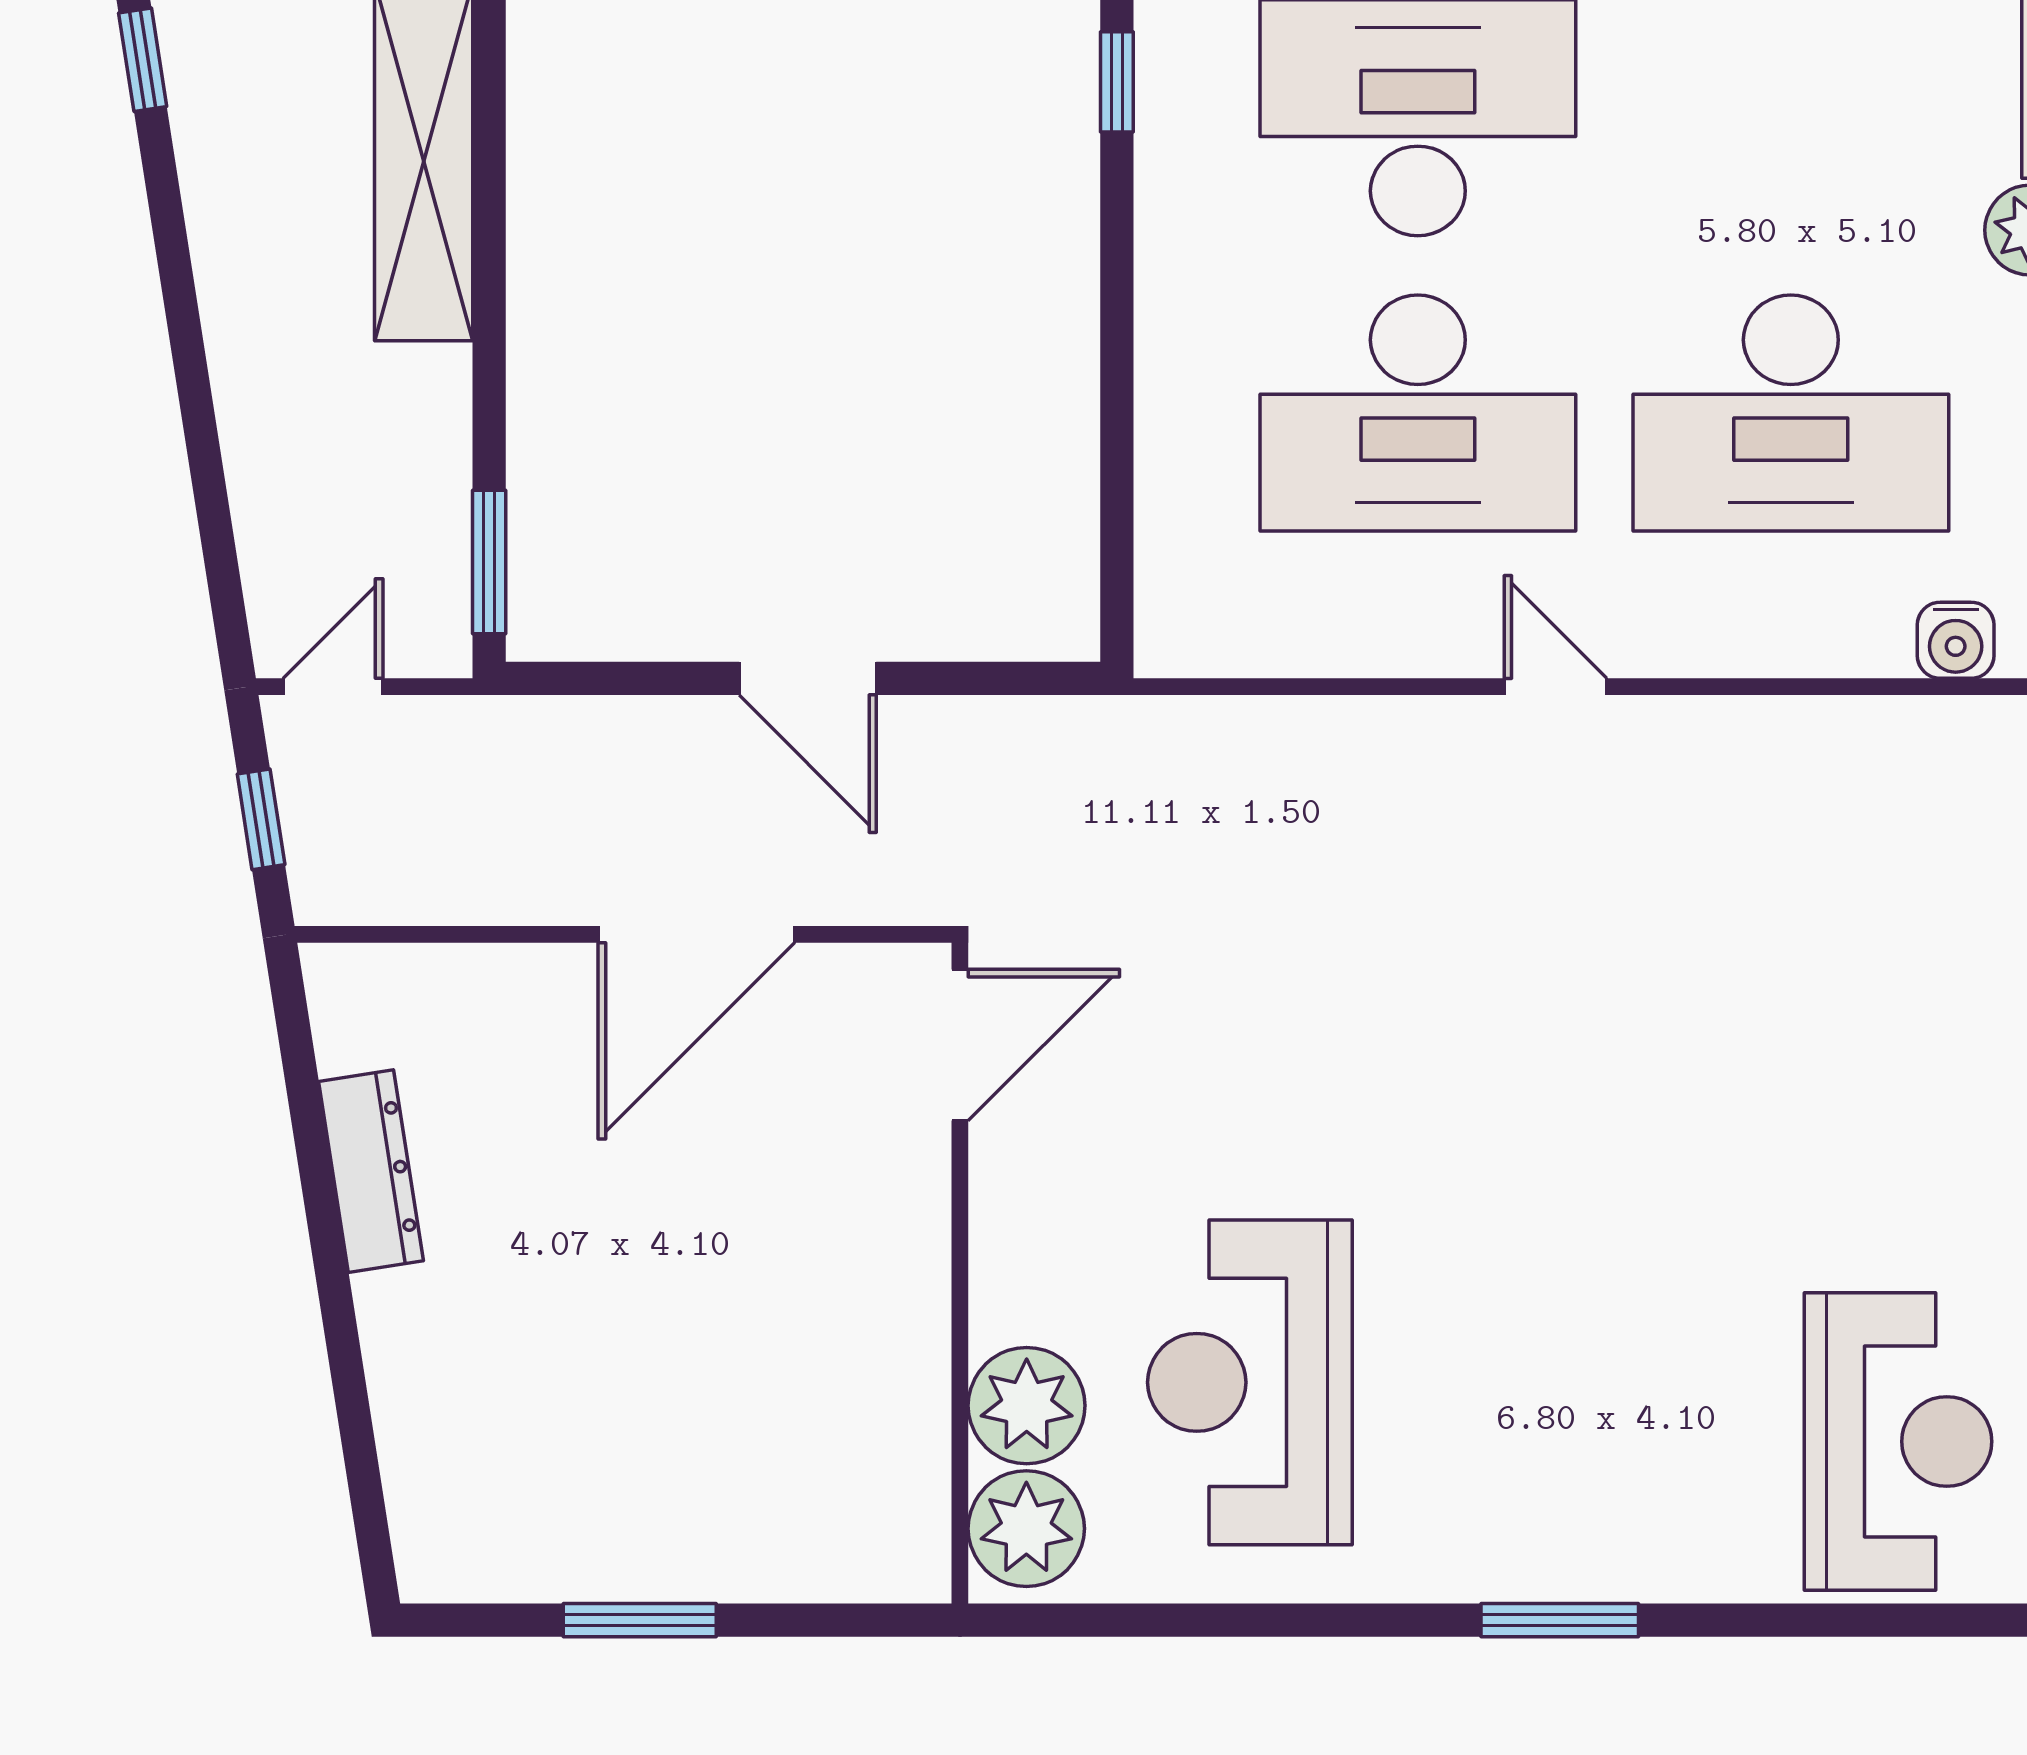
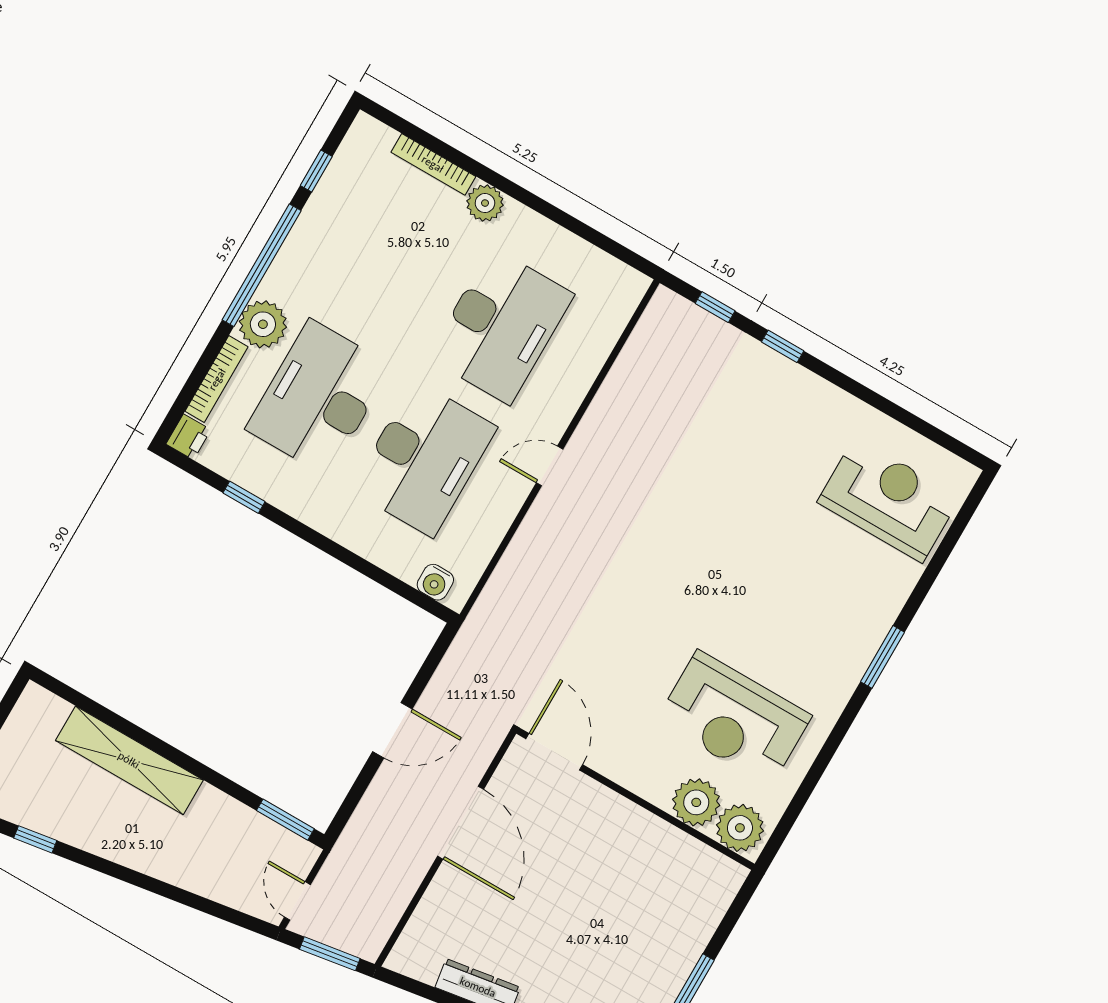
water cooler: (1956, 640) -> (435, 582), moved, turned 90
window: (261, 819) -> (330, 954), width x1.50

